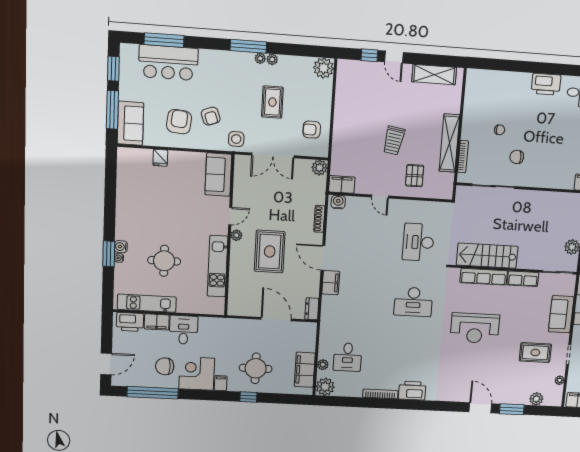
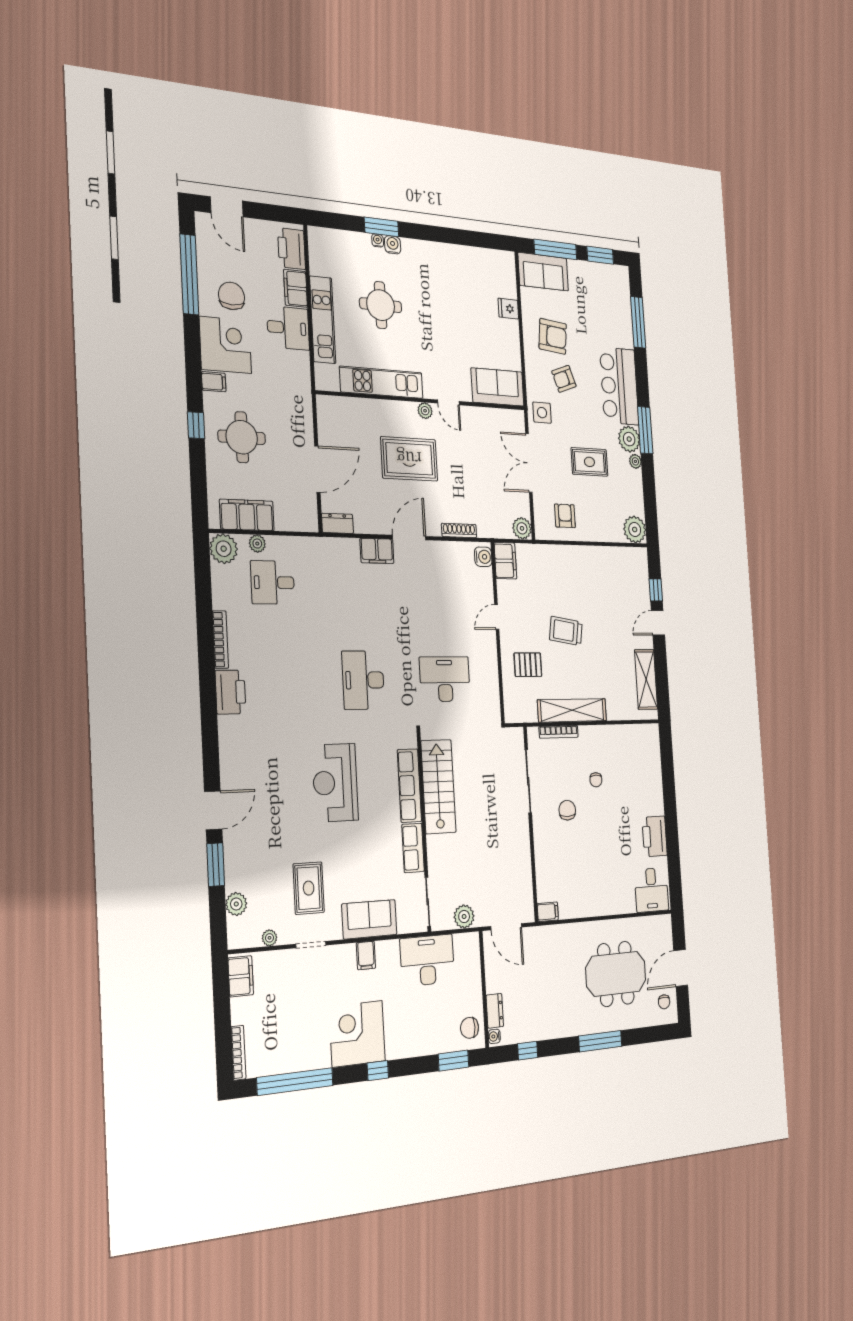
plant: (260, 58) -> (629, 439), width x1.88, depth x1.88
bar counter: (168, 63) -> (619, 386), moved
kitchen unit: (147, 303) -> (323, 320), moved

